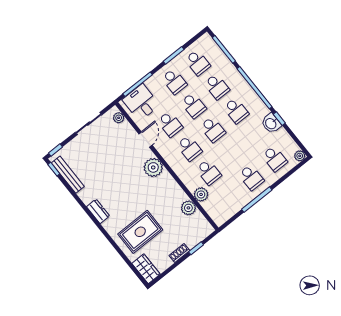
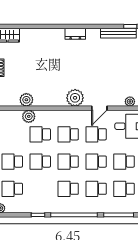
washbasin: (271, 123) -> (39, 206), removed
door: (145, 139) -> (99, 108), hinge flipped
school desk: (232, 153) -> (40, 162), added
rug: (140, 232) -> (37, 52), removed

